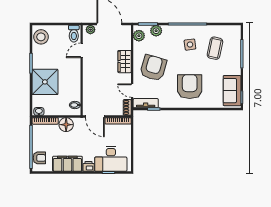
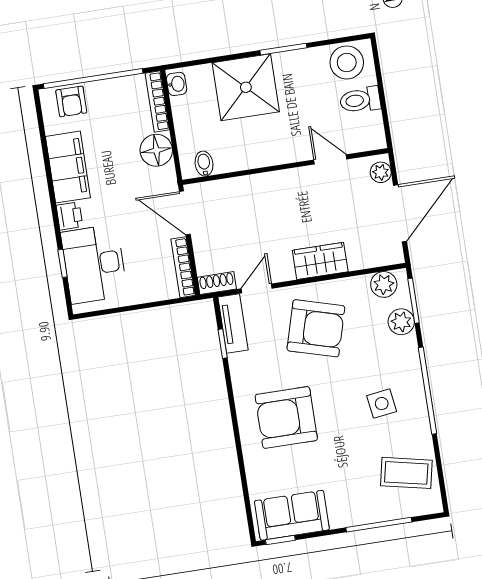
toilet: (74, 34) -> (360, 100), moved
coffee table: (215, 48) -> (406, 473), moved
armchair: (190, 87) -> (286, 418), turned 180
door: (95, 117) -> (185, 213), hinge flipped

